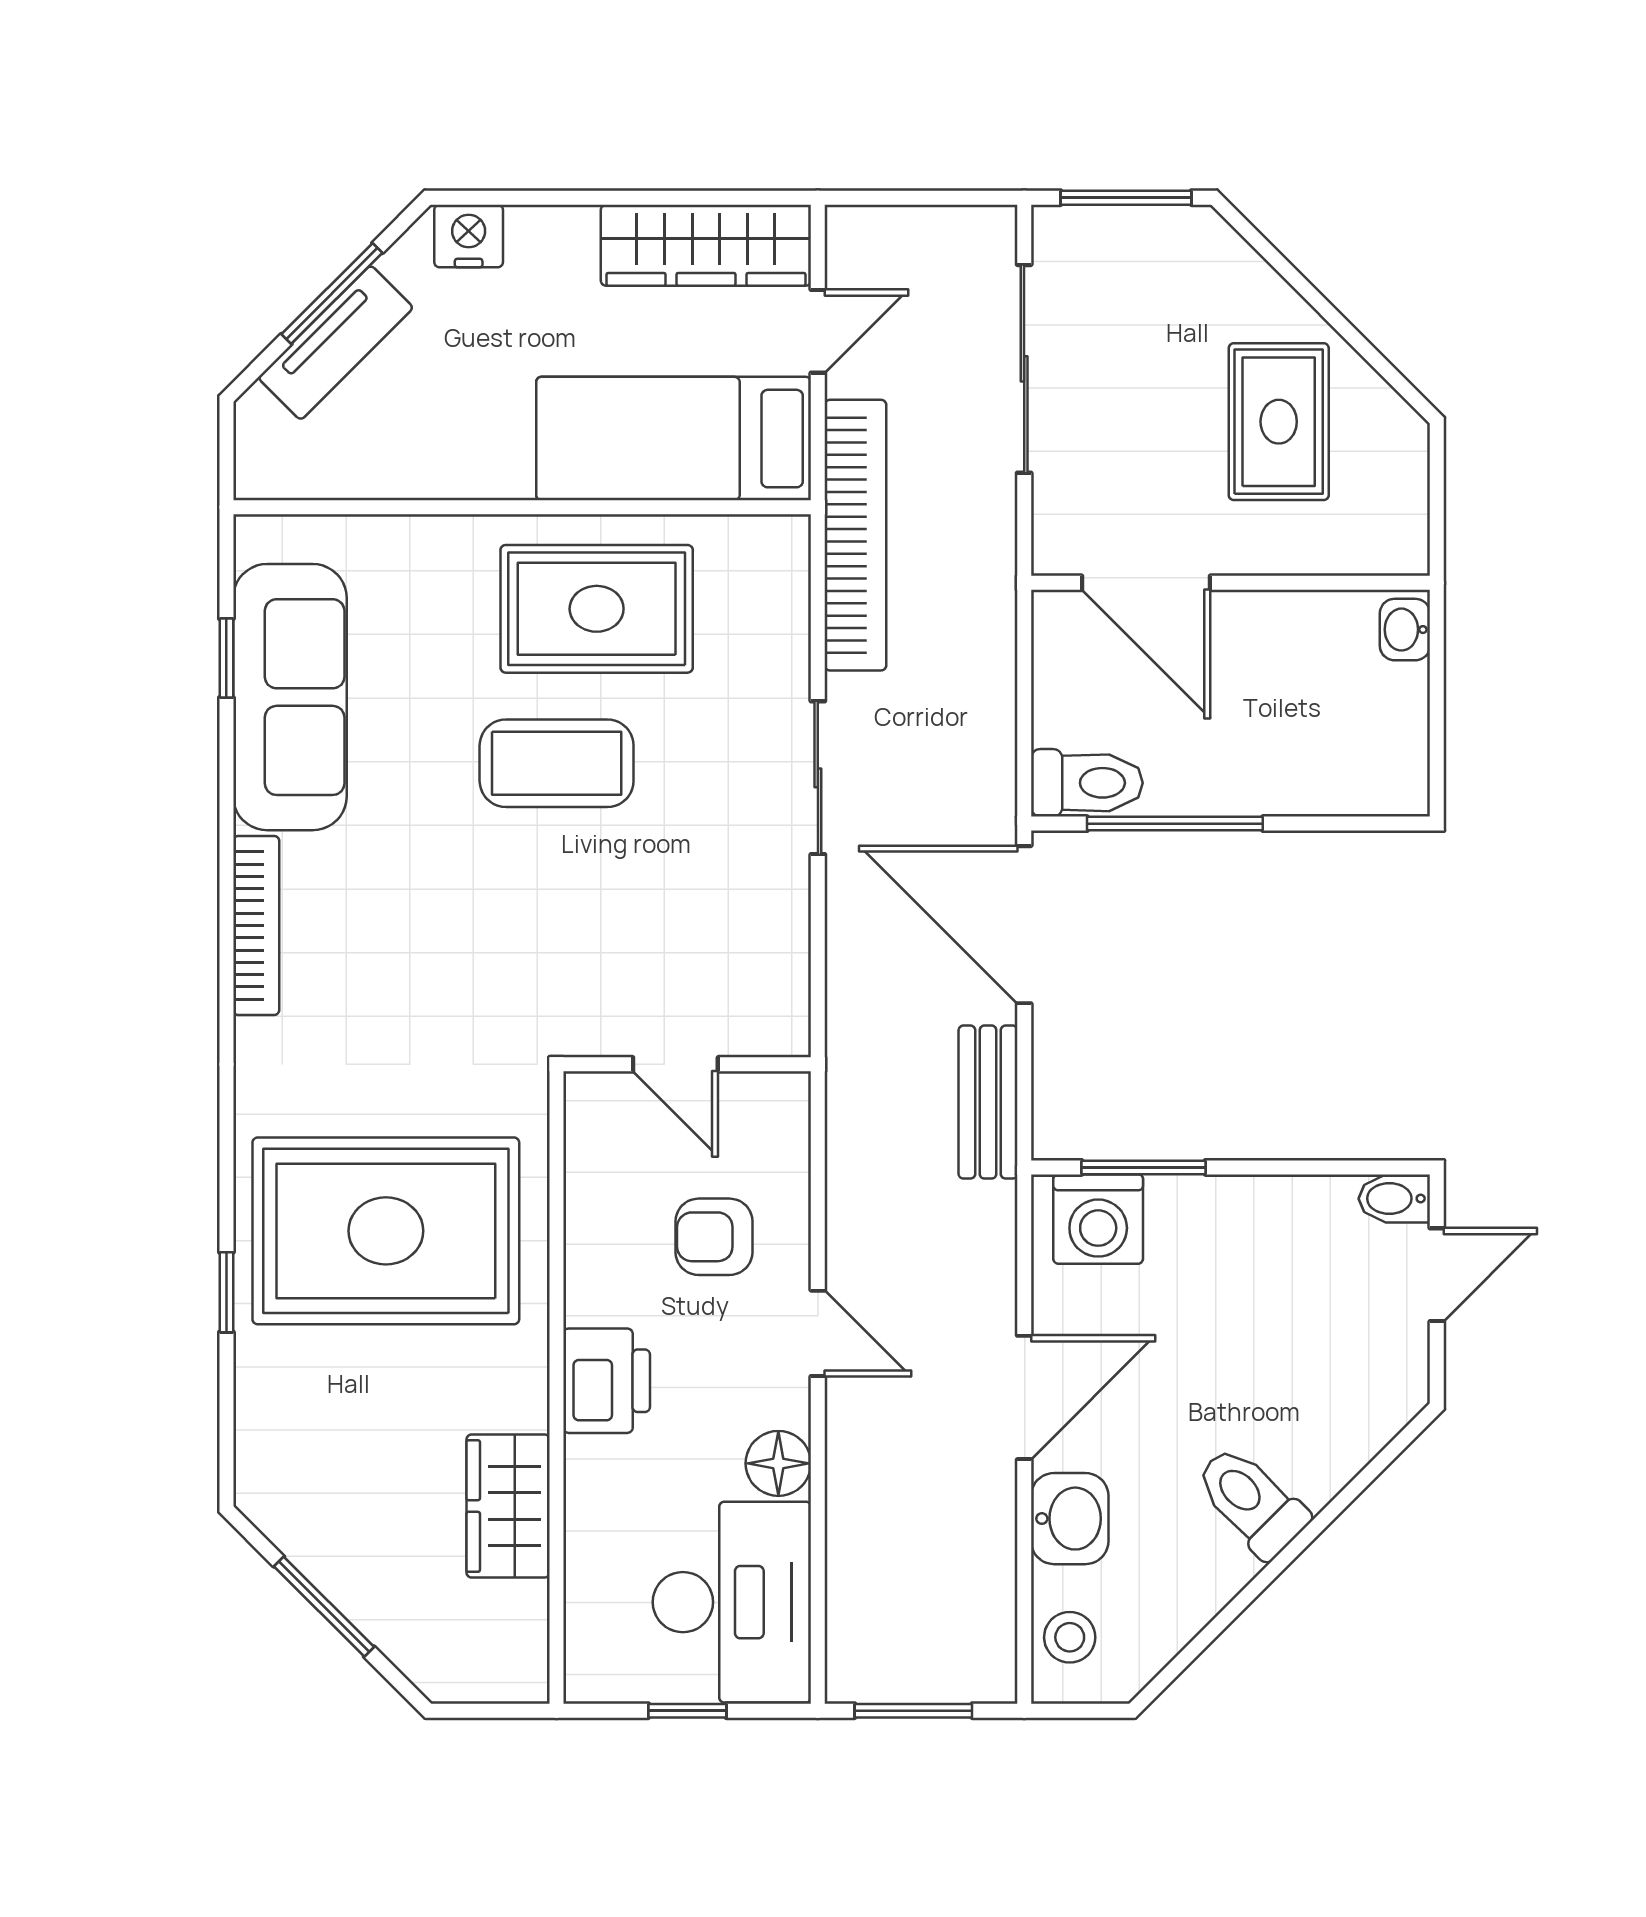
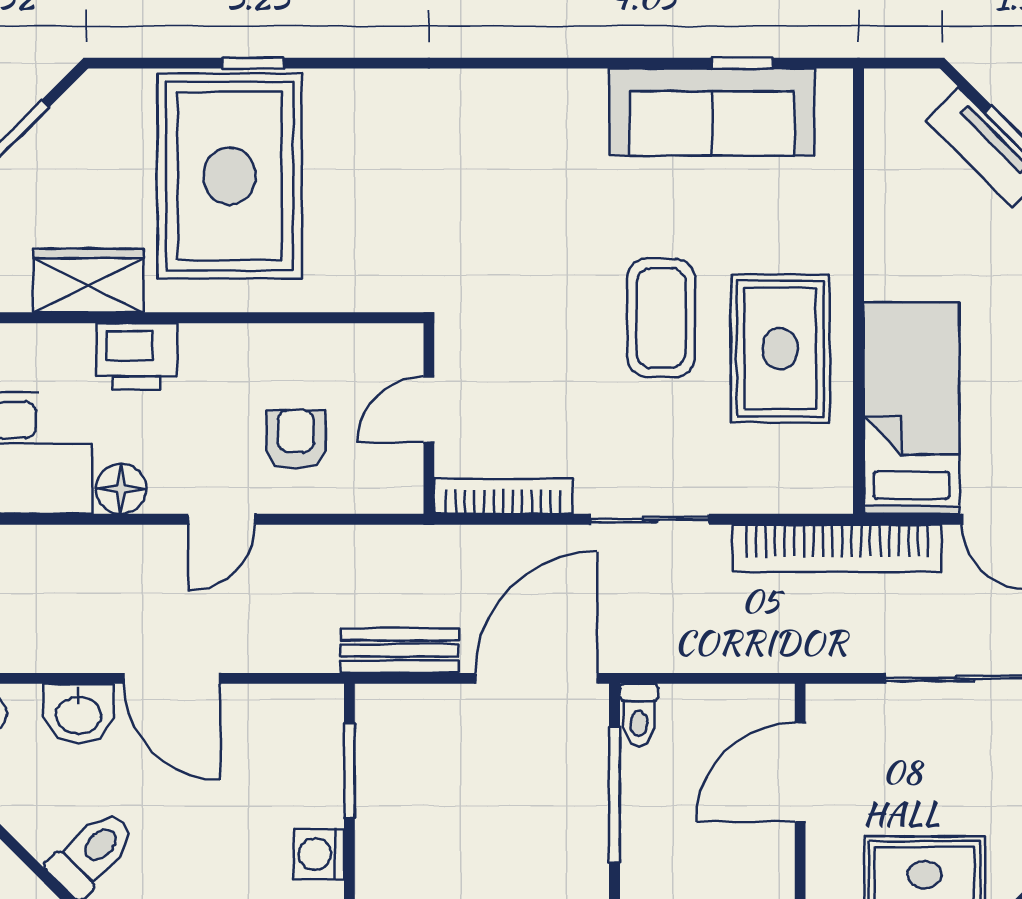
toilet: (1087, 783) -> (639, 715), width x0.73, depth x0.72
bookcase: (256, 925) -> (503, 496), moved, turned 180
washing machine: (1098, 1219) -> (319, 854), moved, width x0.73, depth x0.73
rug: (386, 1231) -> (229, 176), moved
printer: (607, 1381) -> (137, 356), moved

